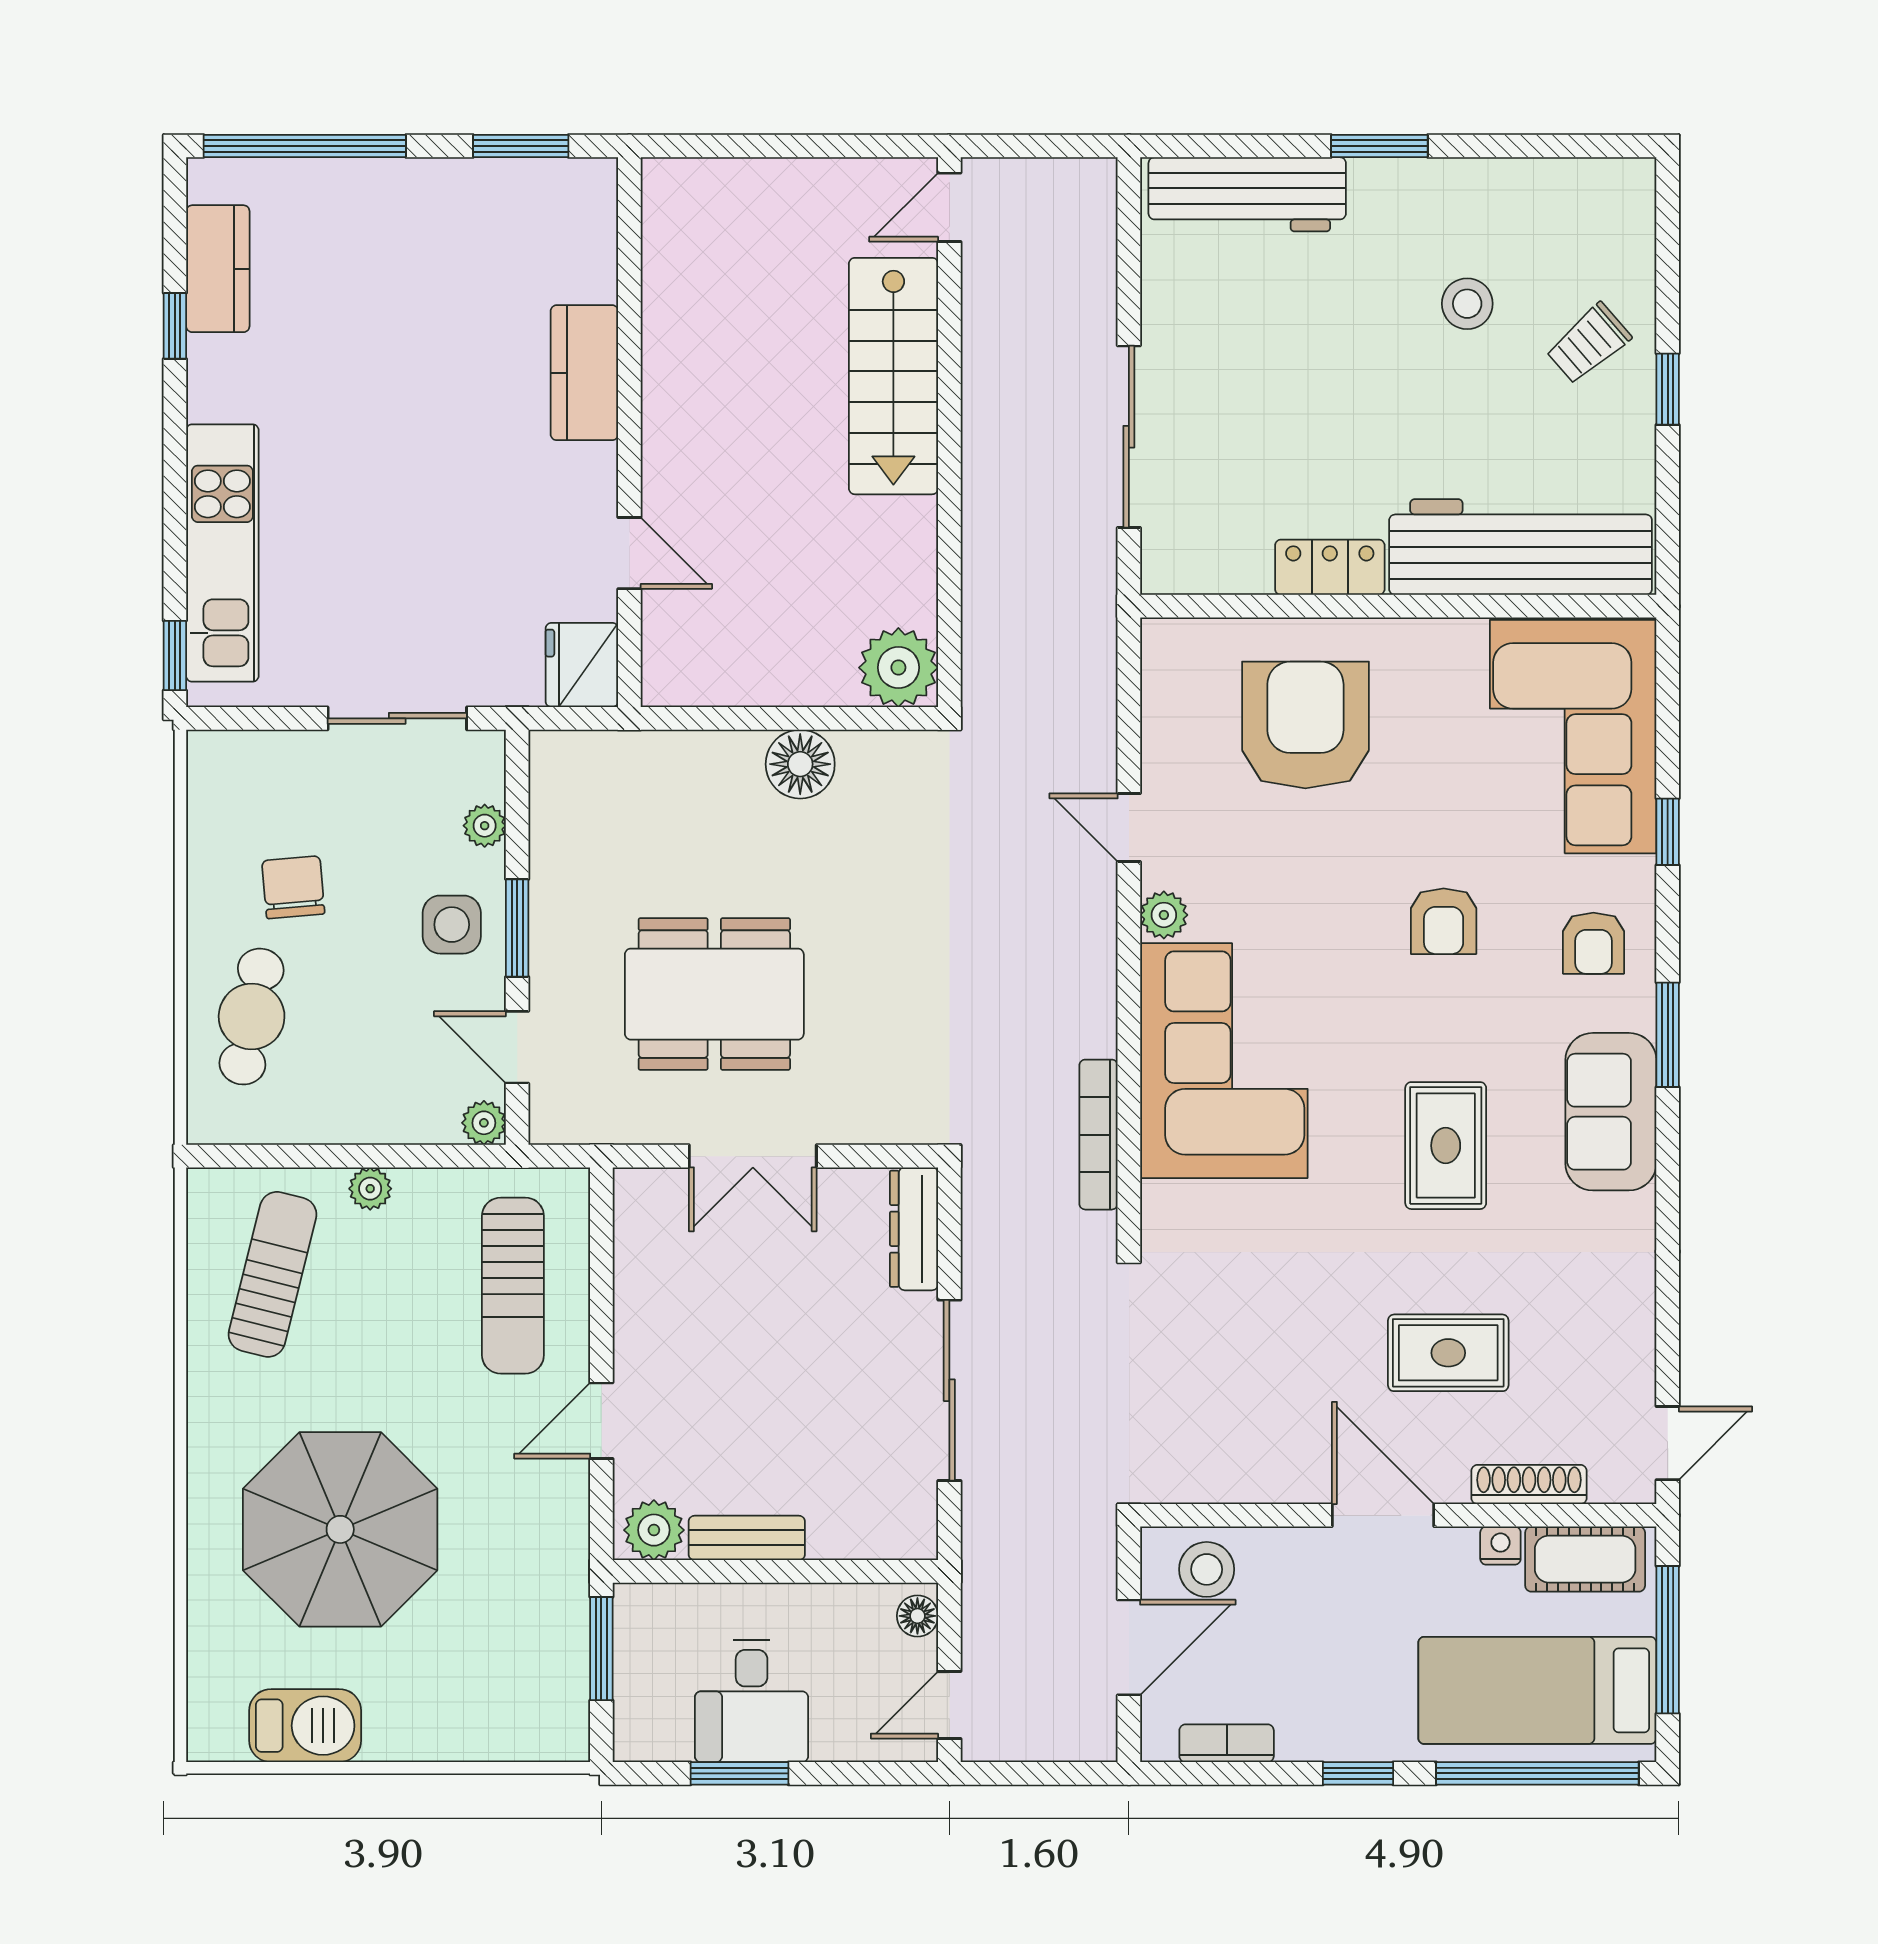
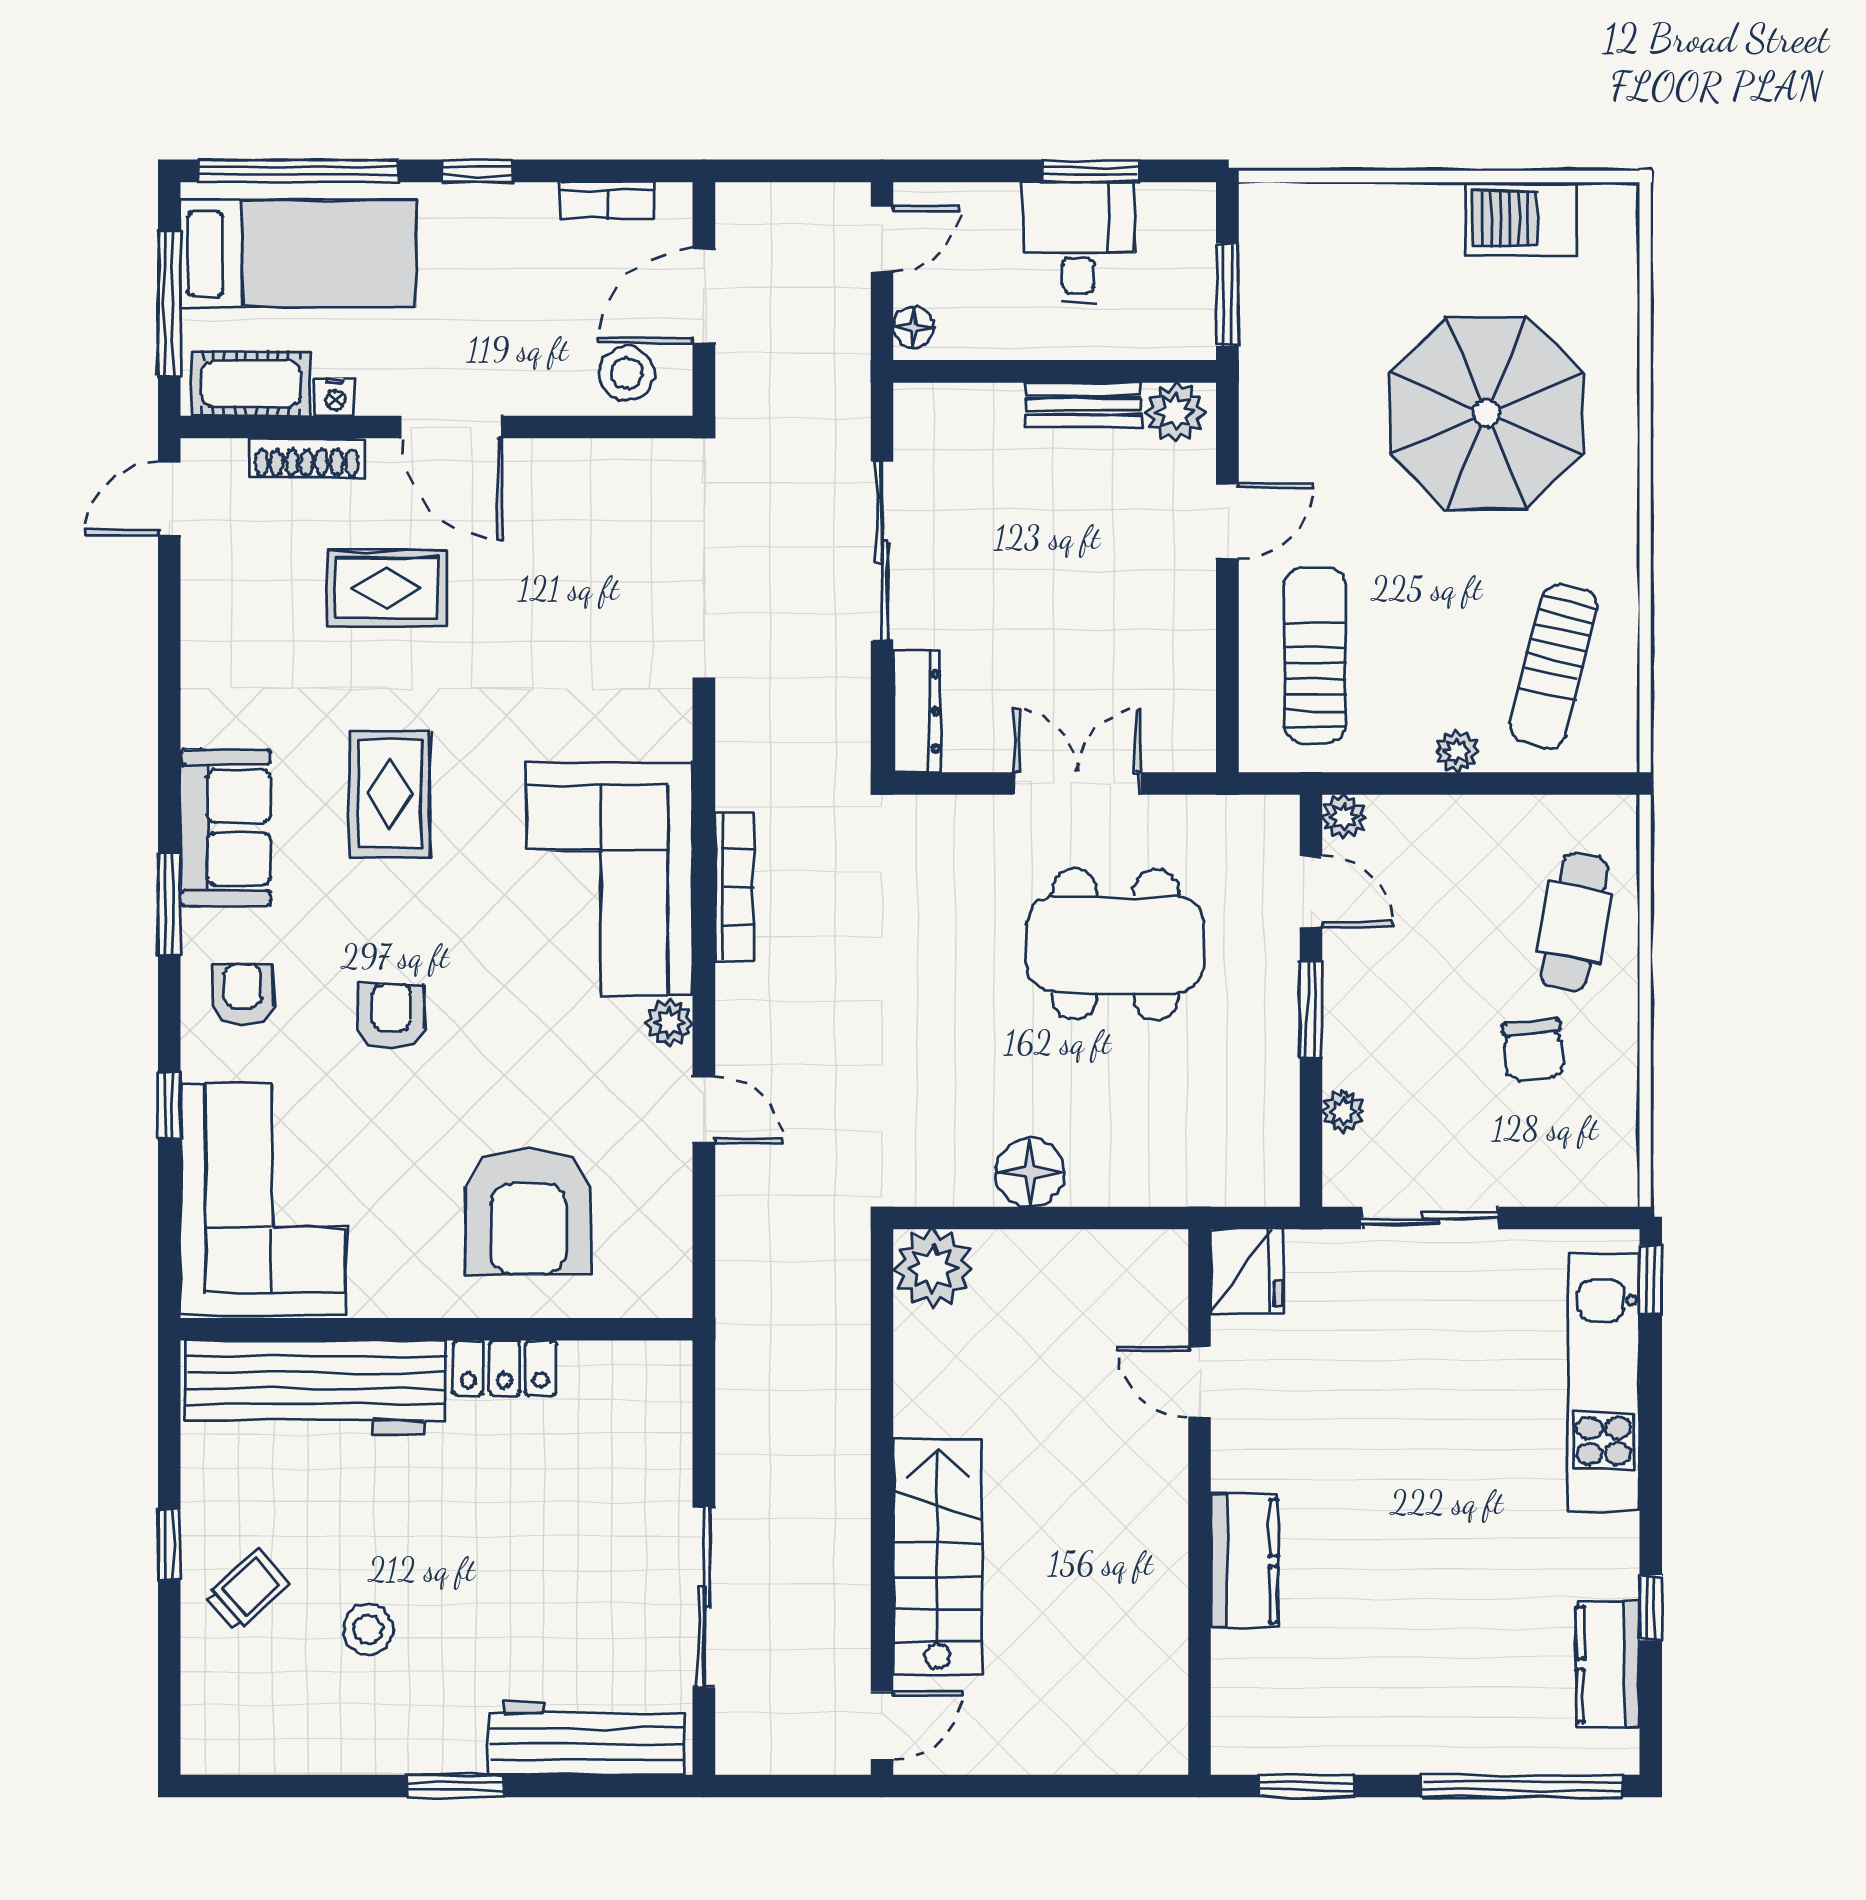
sliding door: (1129, 437) -> (704, 1597), moved
side table: (452, 925) -> (1376, 1013), removed
bookcase: (1098, 1135) -> (734, 887), moved

